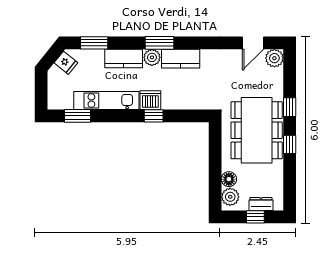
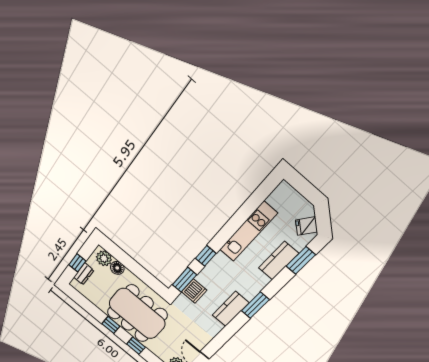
plant: (152, 57) -> (250, 291), removed
kitchen counter: (124, 58) -> (278, 261), moved
dishwasher: (150, 100) -> (194, 291), moved
window: (77, 116) -> (184, 280), moved

